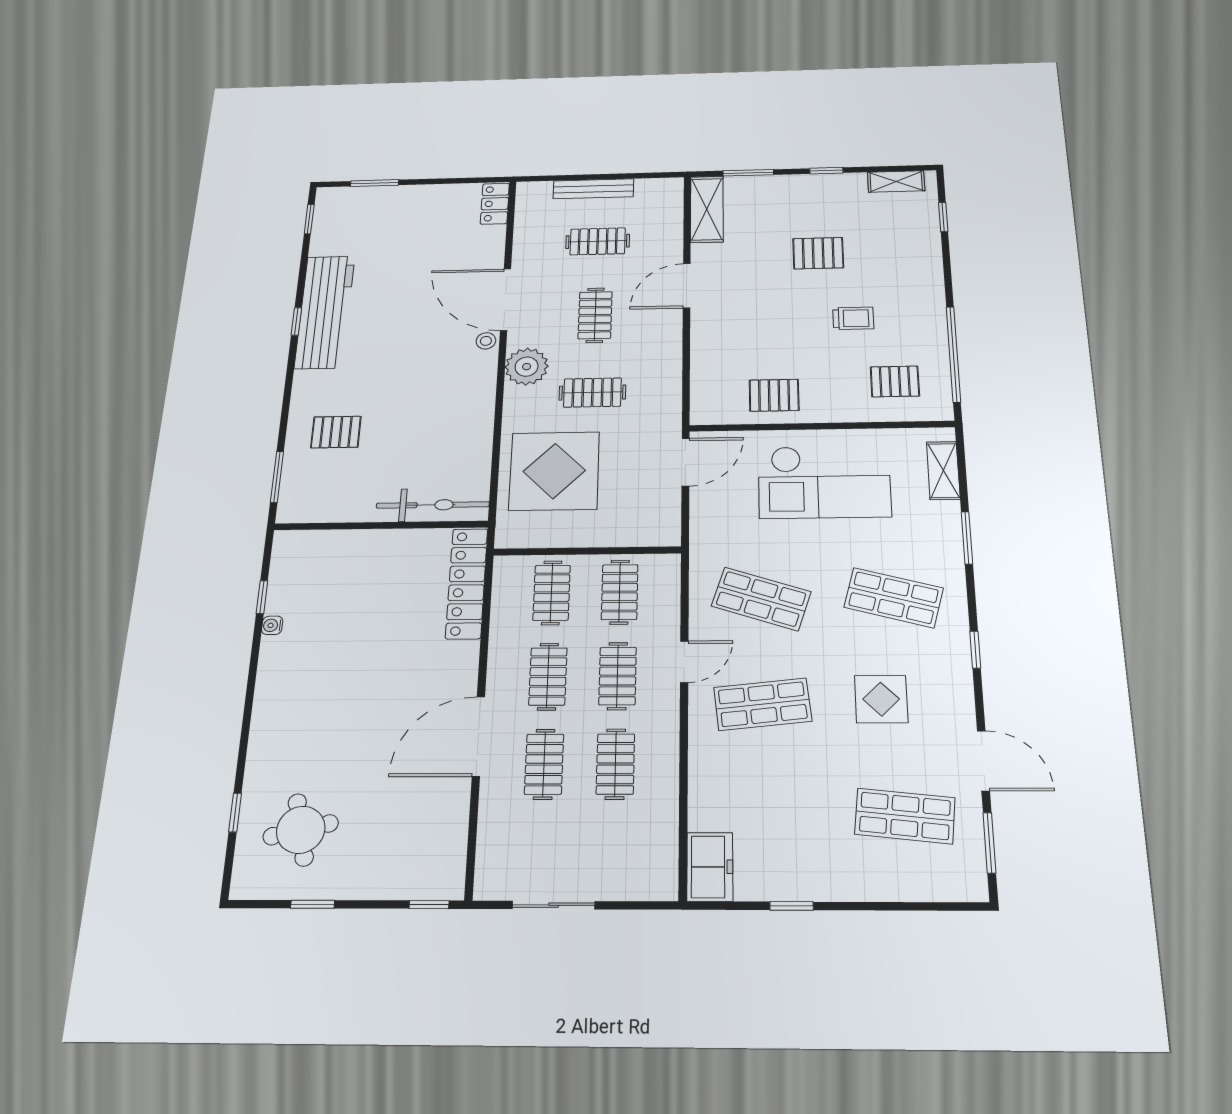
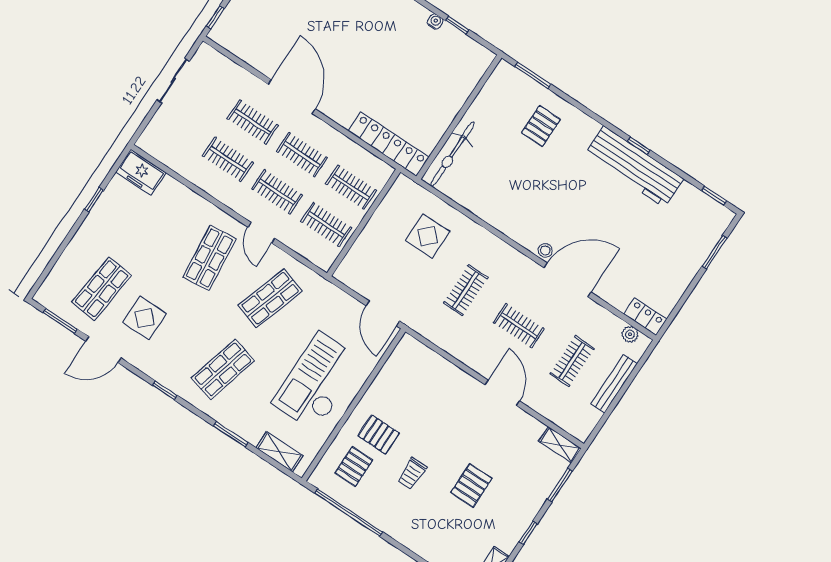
shelving: (707, 209) -> (560, 445), width x0.67, depth x0.75
plant: (527, 367) -> (630, 334), moved, width x0.53, depth x0.53
pallet: (774, 395) -> (379, 434), moved, turned 90
display table: (554, 471) -> (428, 236), width x0.54, depth x0.54
display table: (881, 699) -> (145, 318), moved

